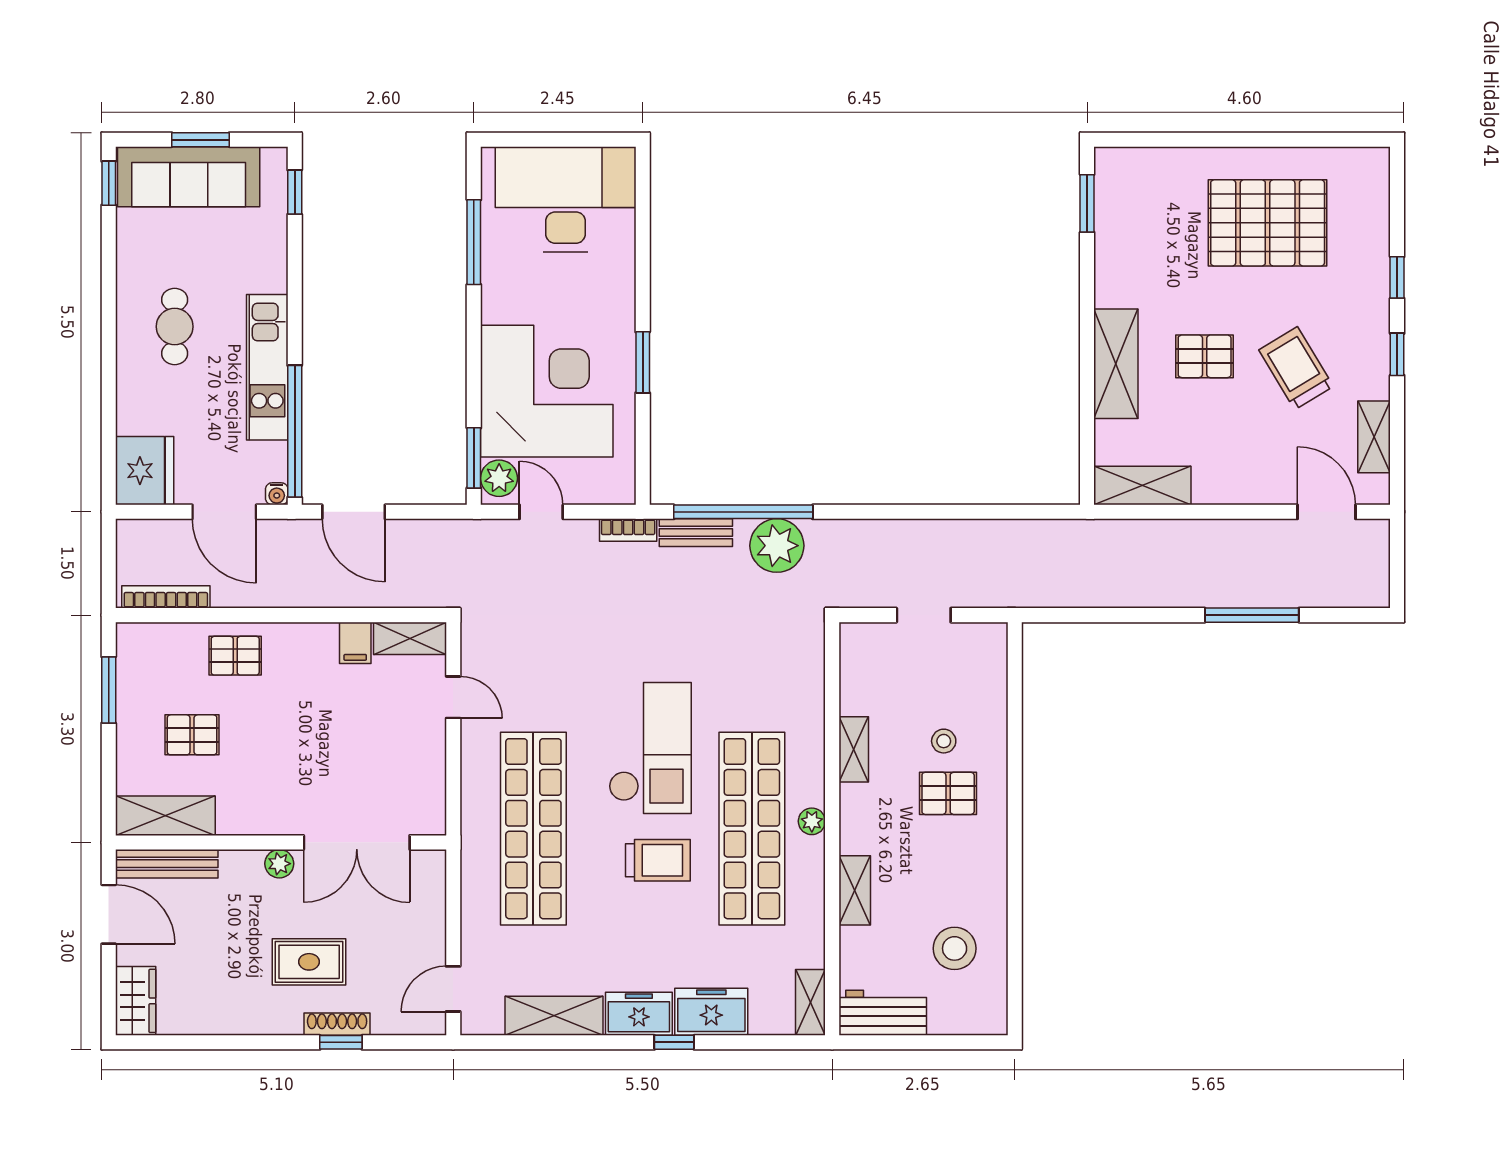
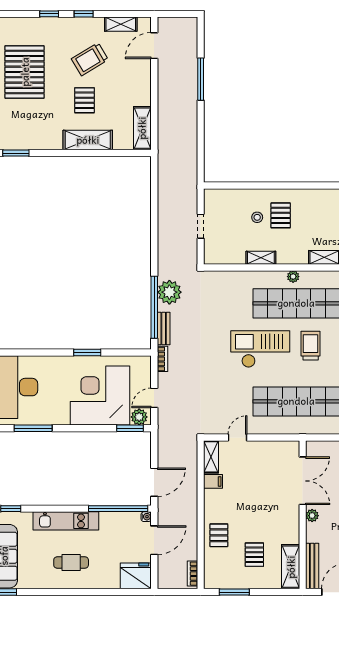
kitchen unit: (267, 367) -> (66, 521), moved
bookcase: (166, 597) -> (192, 574), width x0.64

